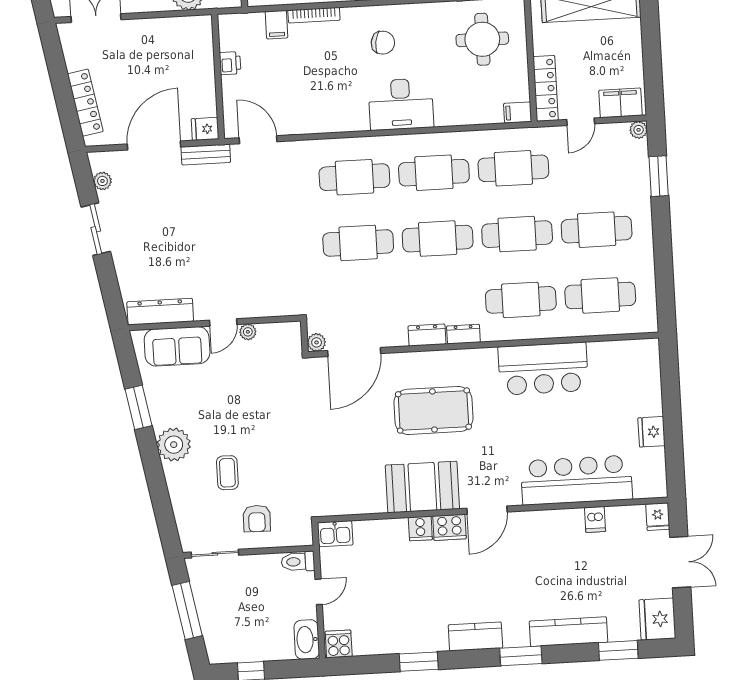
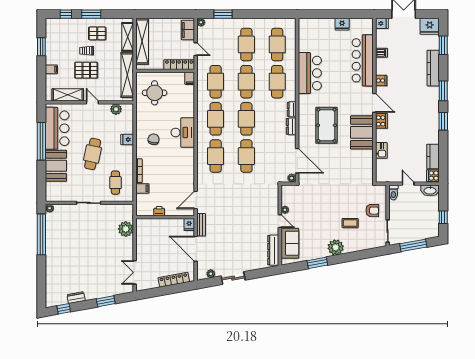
cooker: (420, 528) -> (381, 81), moved
kitchen sink: (335, 534) -> (381, 150), moved
kitchen counter: (475, 636) -> (433, 156), moved
window: (419, 662) -> (443, 121), moved

